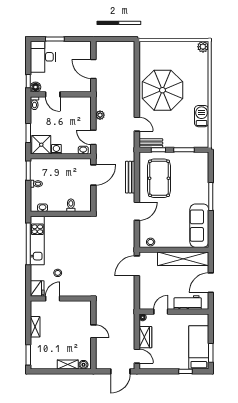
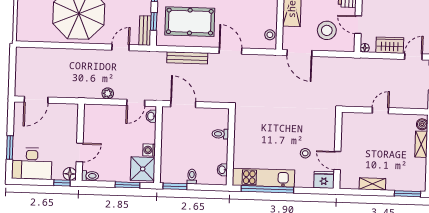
door: (93, 69) -> (36, 100), moved
stool: (155, 287) -> (327, 30), added

